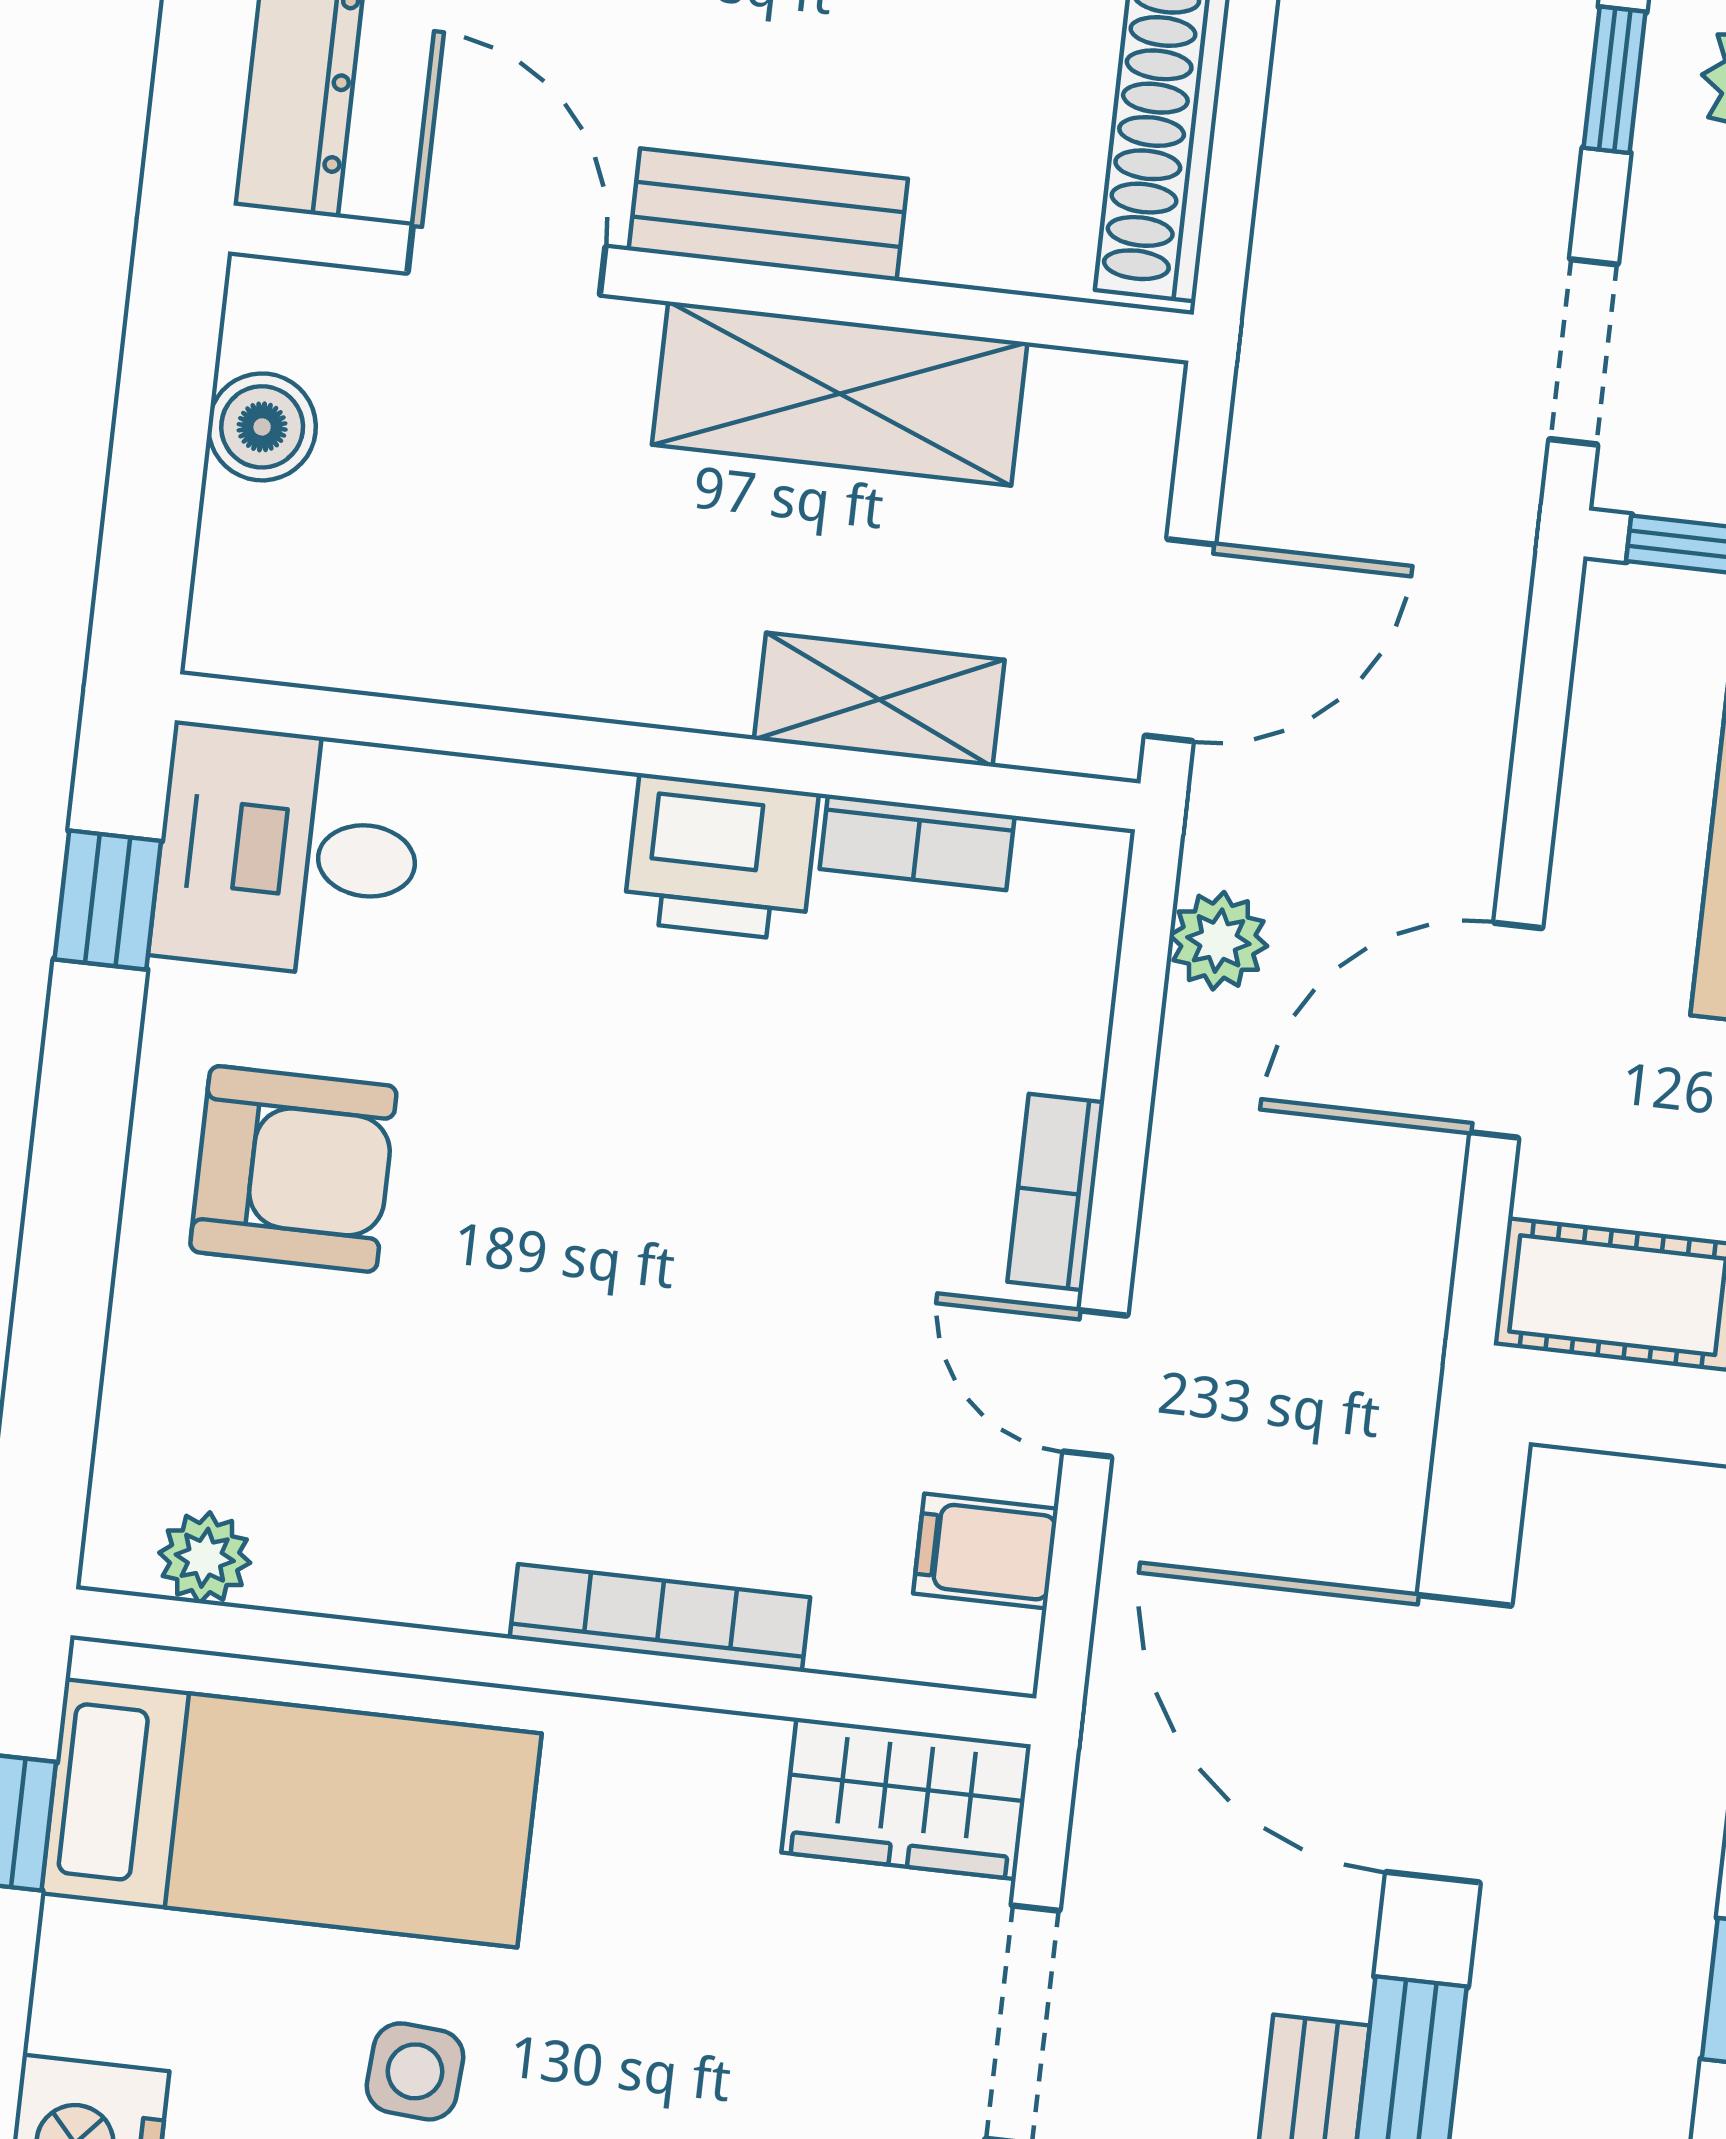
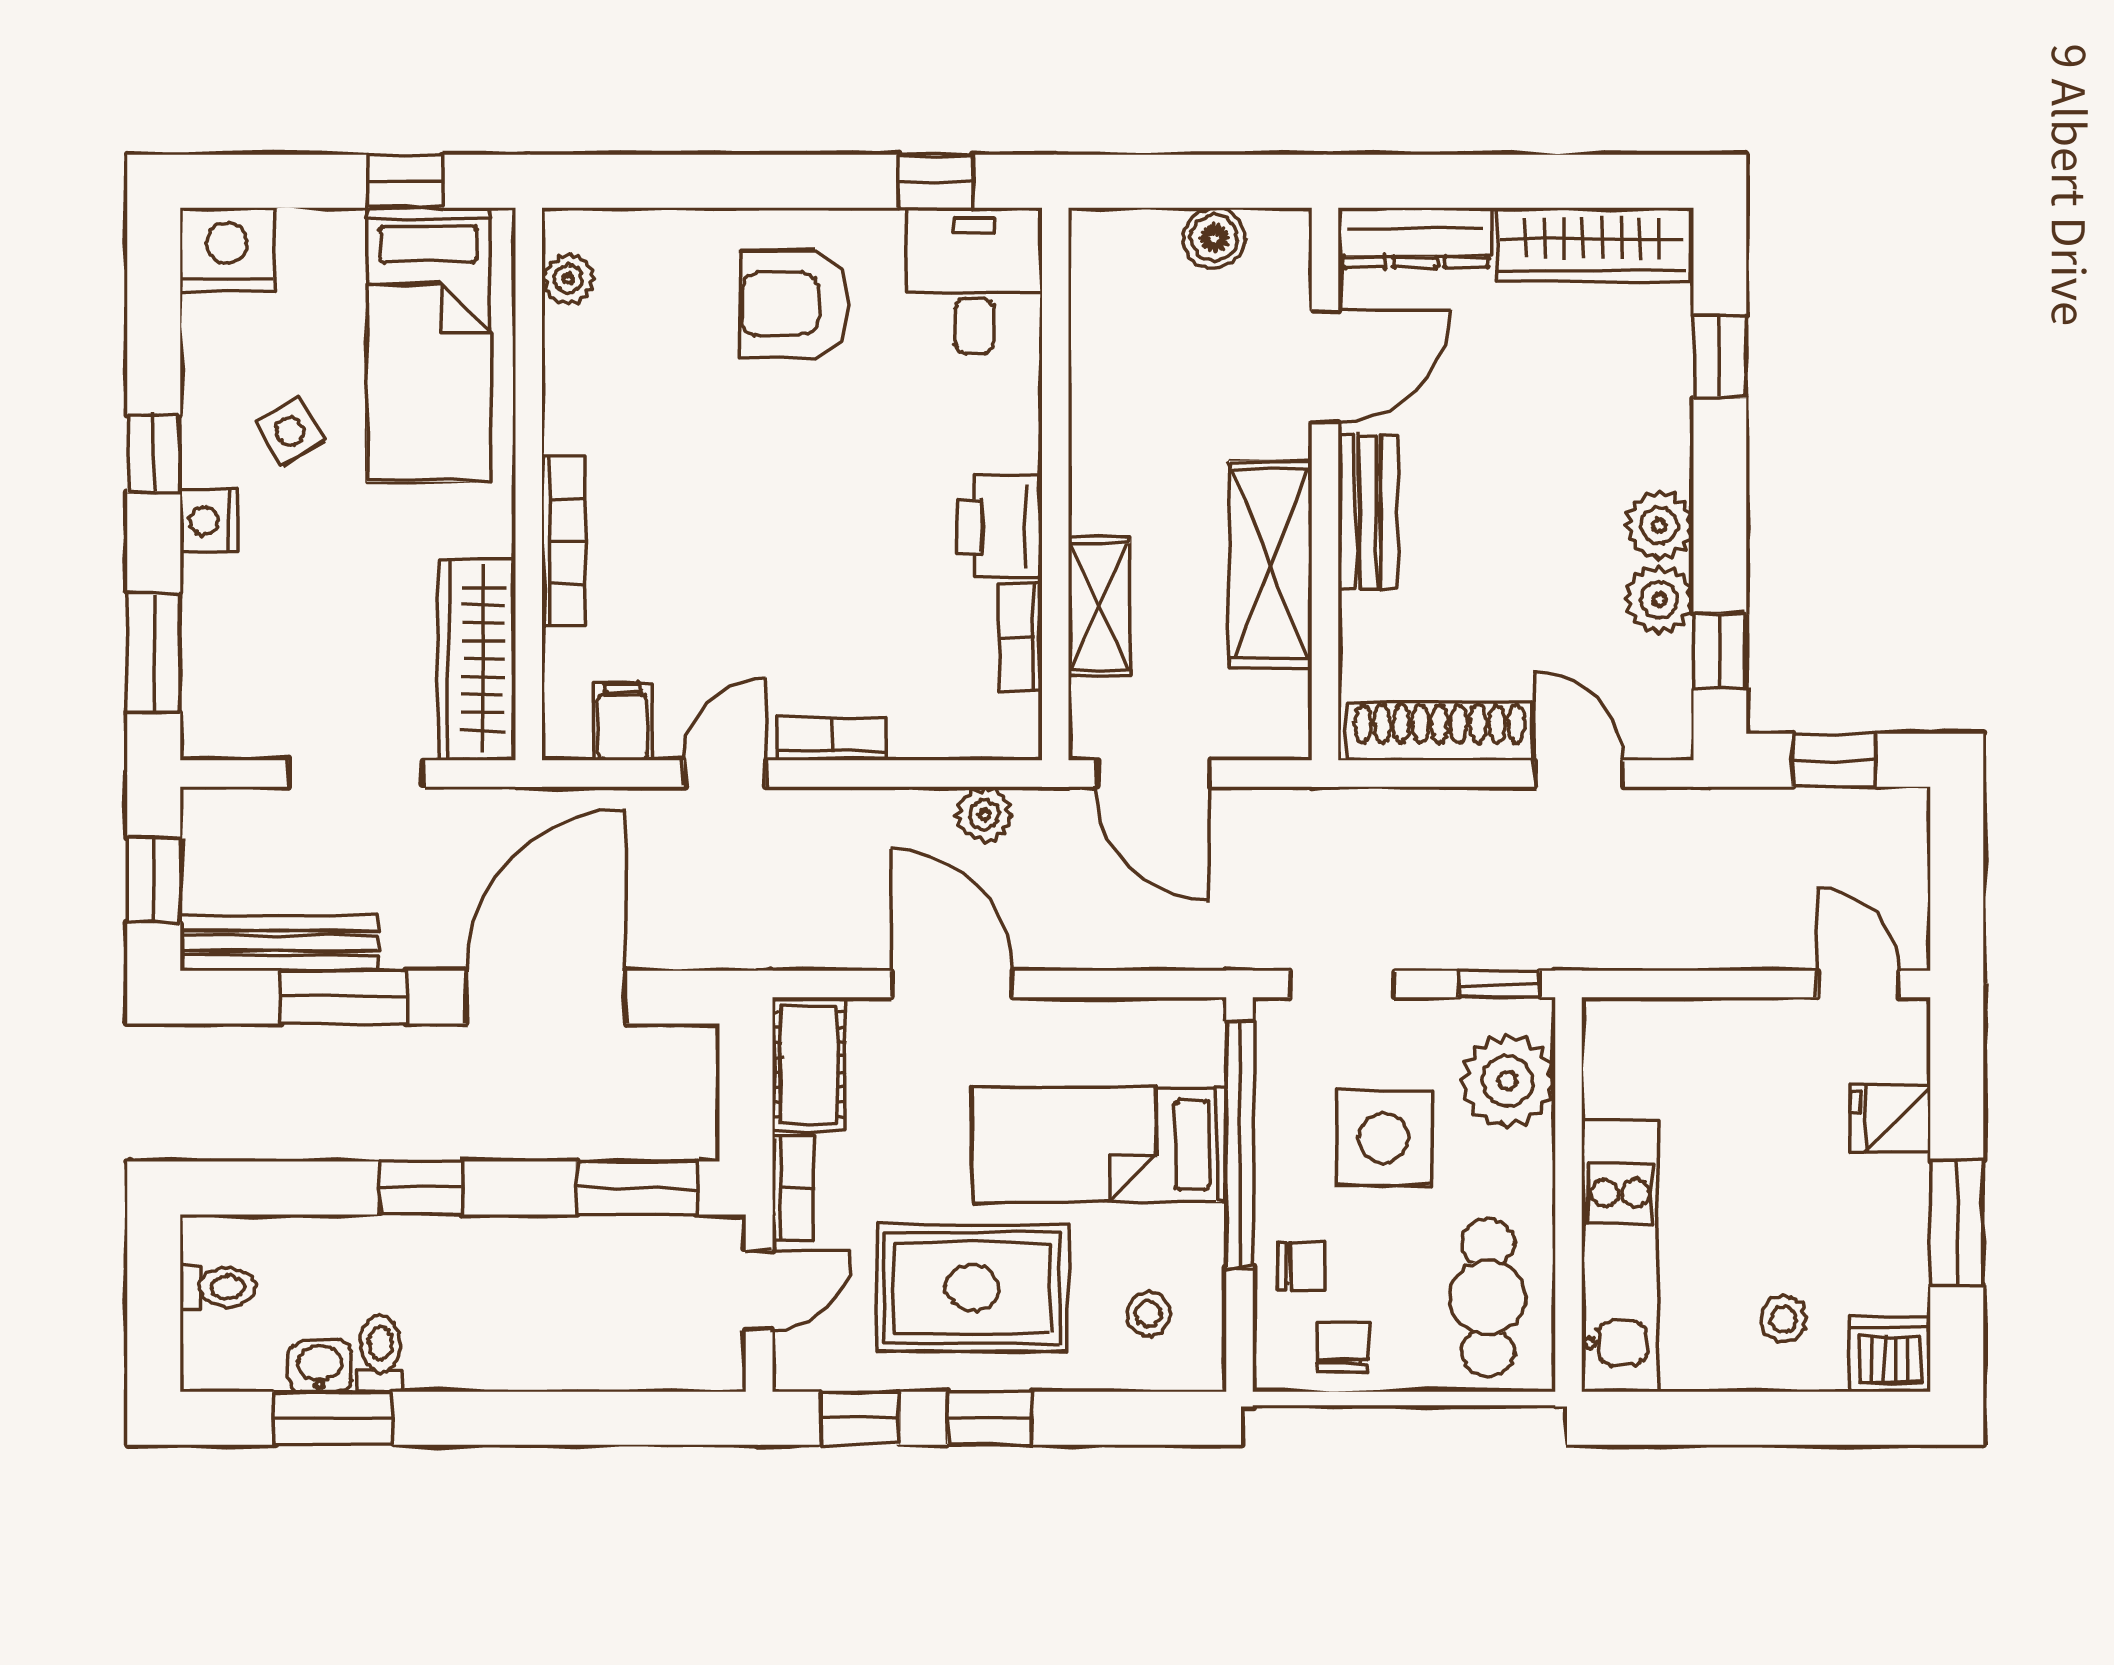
armchair: (293, 1169) -> (795, 304), turned 90
wardrobe: (905, 1798) -> (477, 659), width x1.50
side table: (415, 2071) -> (290, 432), turned -35

